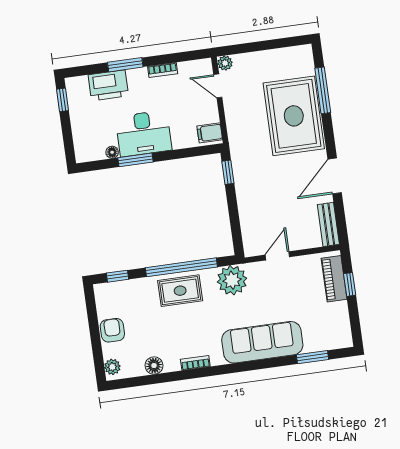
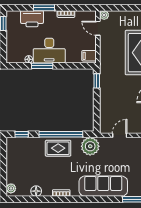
armchair: (112, 330) -> (14, 166), removed

